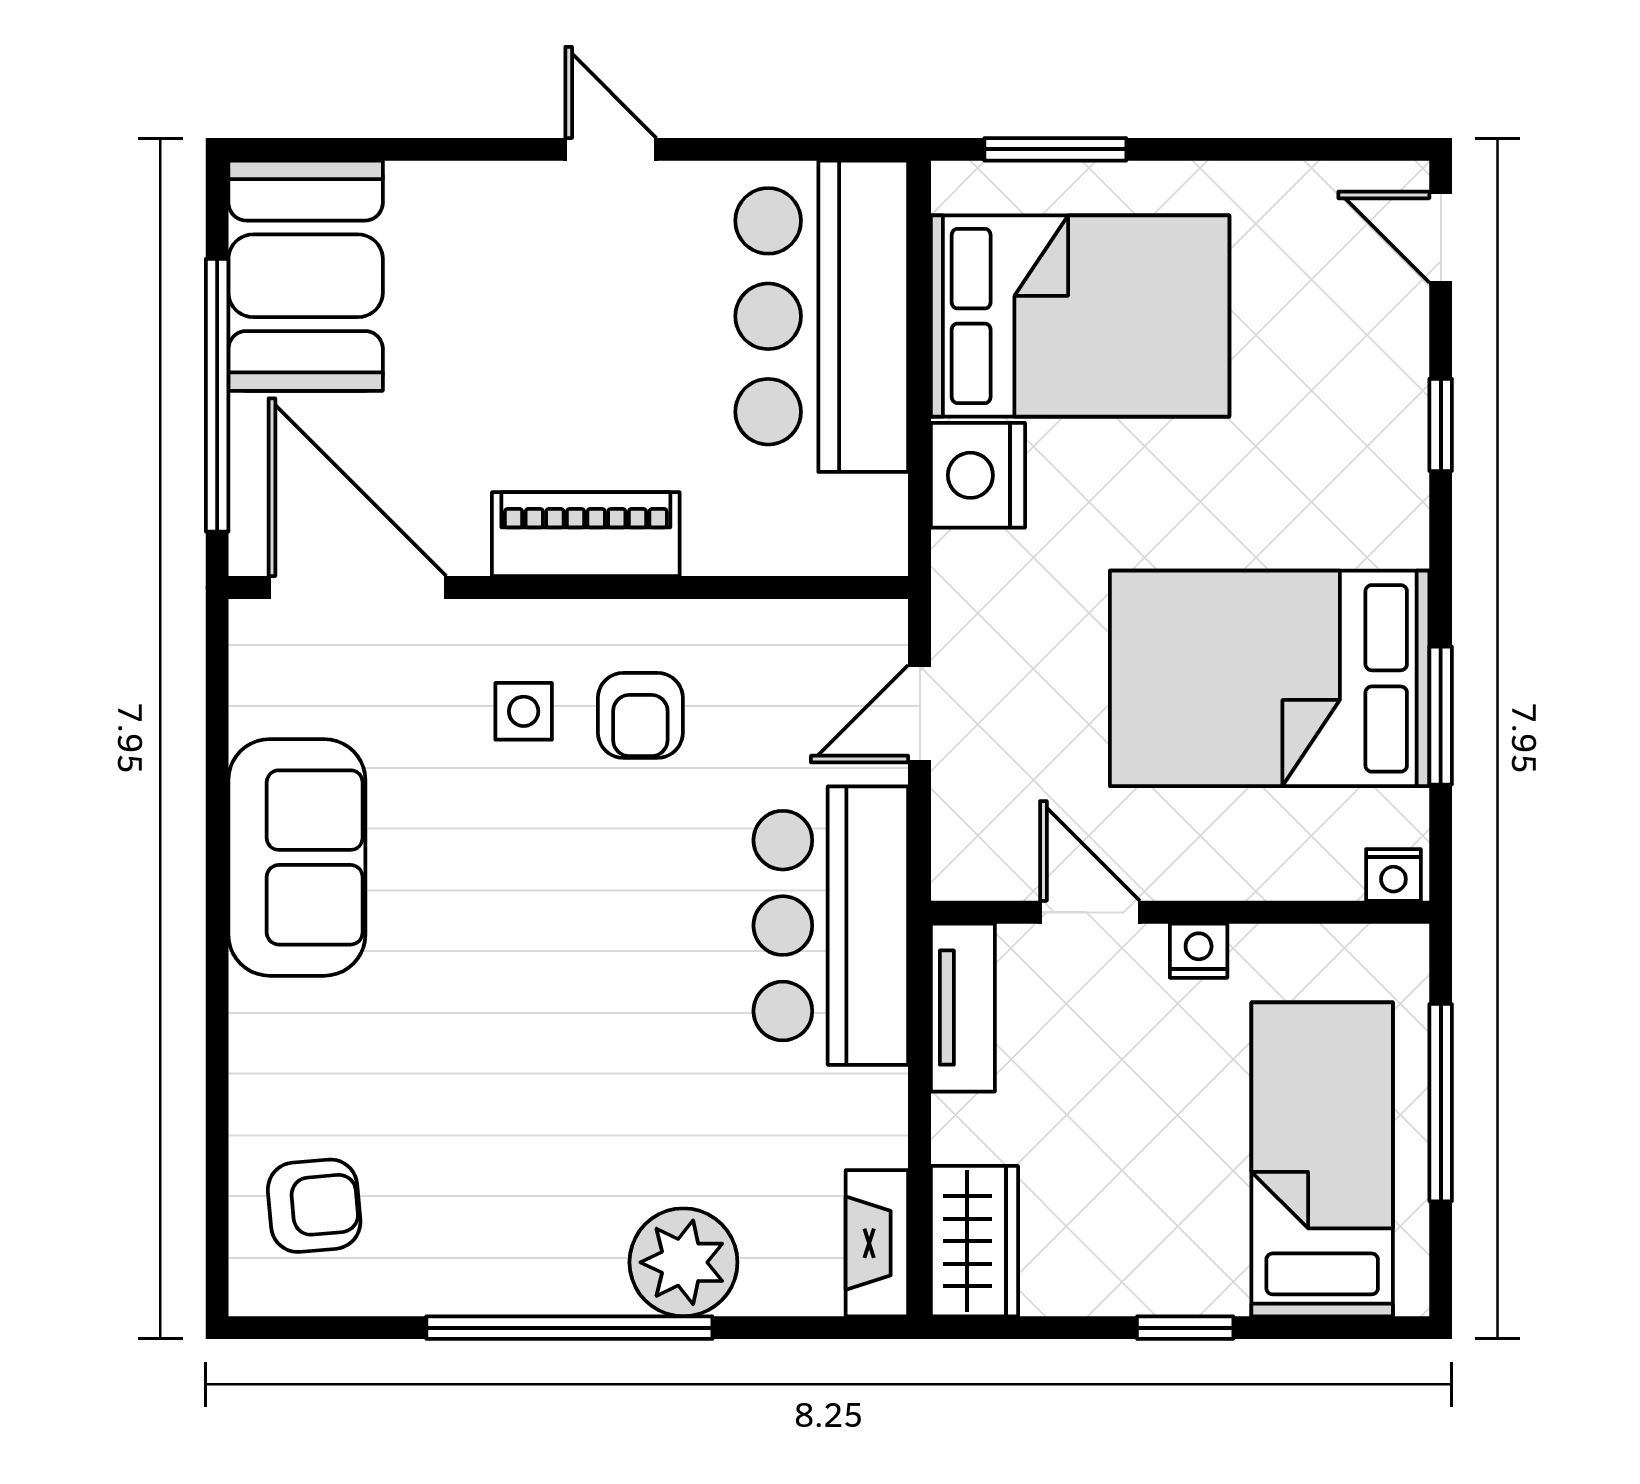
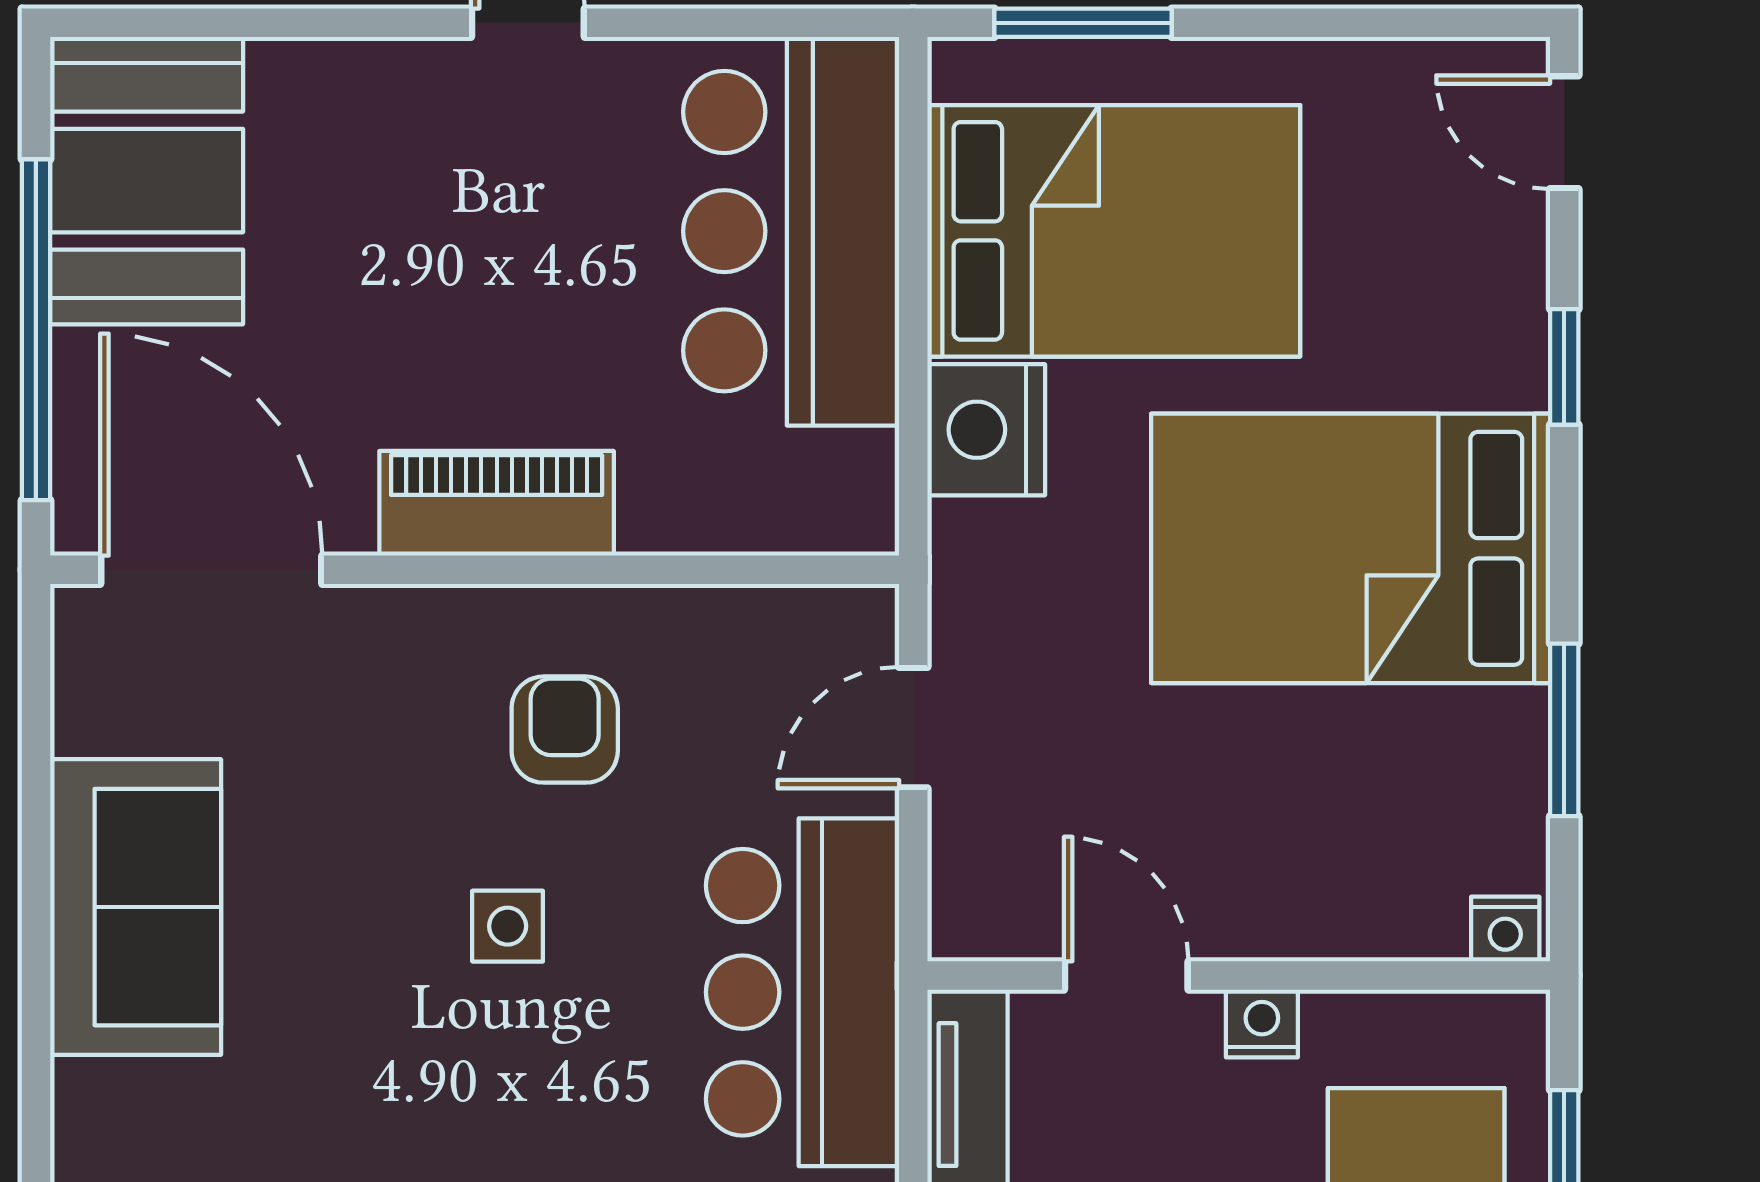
bed: (1270, 678) -> (1351, 548), moved
side table: (524, 711) -> (508, 926), moved
armchair: (640, 715) -> (565, 730), turned 180

